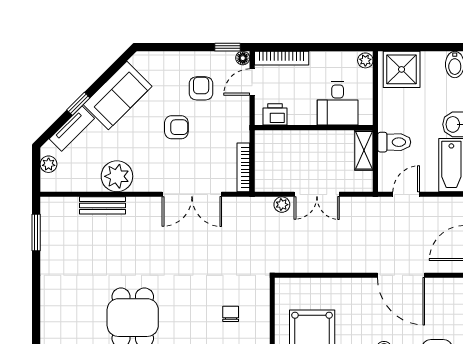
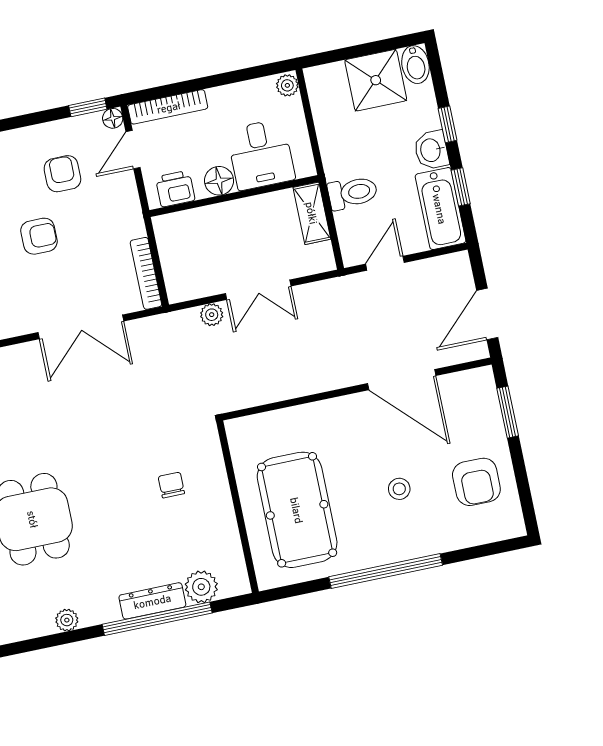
shower: (402, 69) -> (376, 80), moved
floor lamp: (306, 115) -> (219, 181), added

